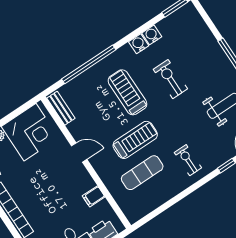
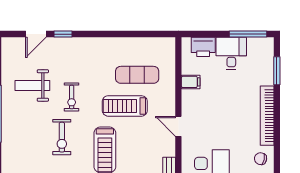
exercise bike: (188, 160) -> (72, 97), moved

